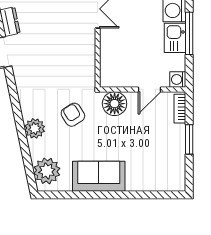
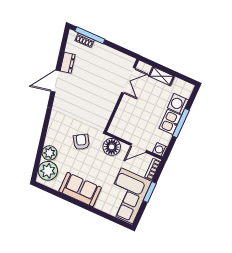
plant: (35, 128) -> (49, 153), moved
corner sofa: (162, 157) -> (127, 196), added

